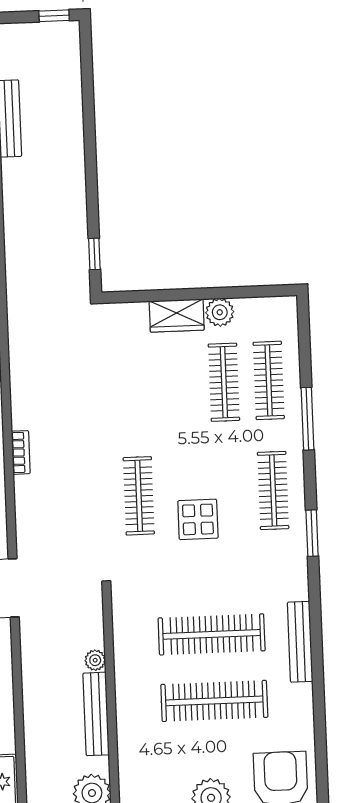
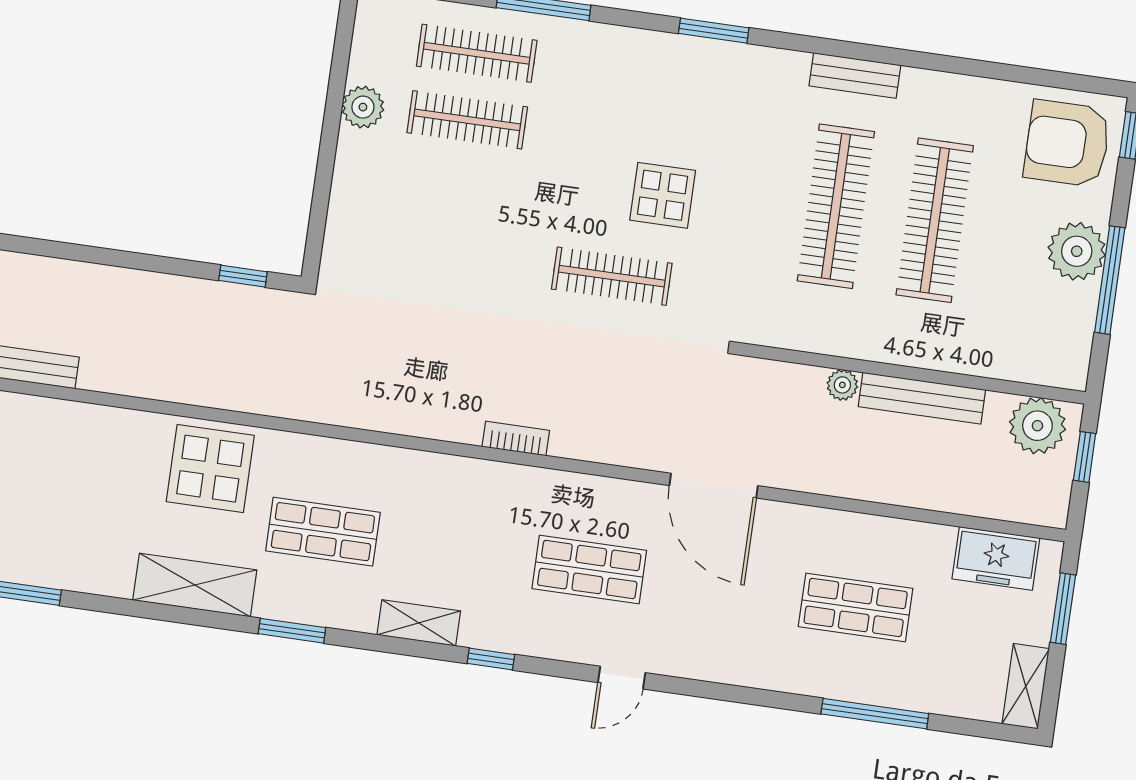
wardrobe: (177, 316) -> (356, 171), removed
clothes rail: (273, 490) -> (640, 77), removed
bench: (300, 642) -> (855, 76), width x0.73

